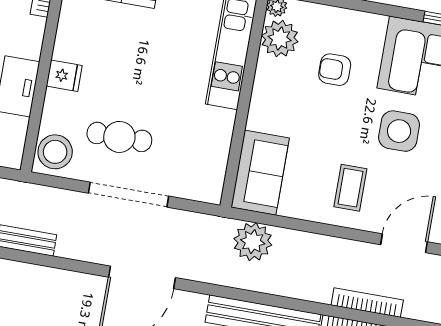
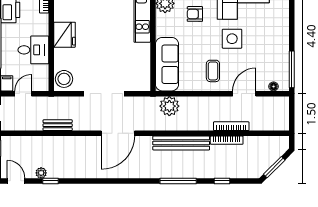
fridge: (64, 76) -> (65, 35), width x1.88, depth x1.34
cafe table: (119, 137) -> (94, 66), removed
sofa: (260, 173) -> (167, 64), width x1.36

